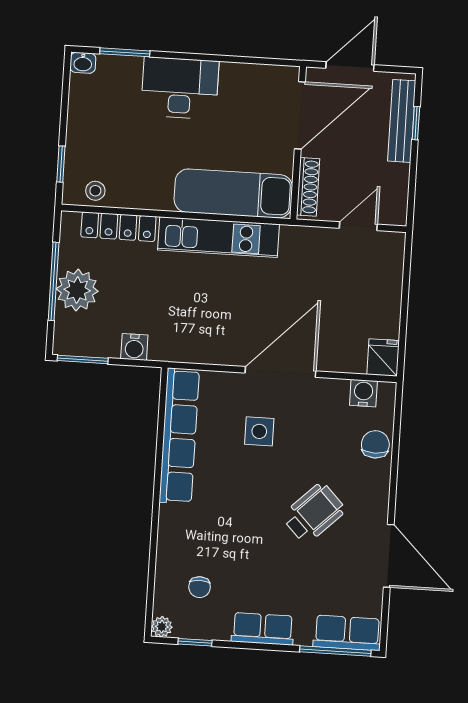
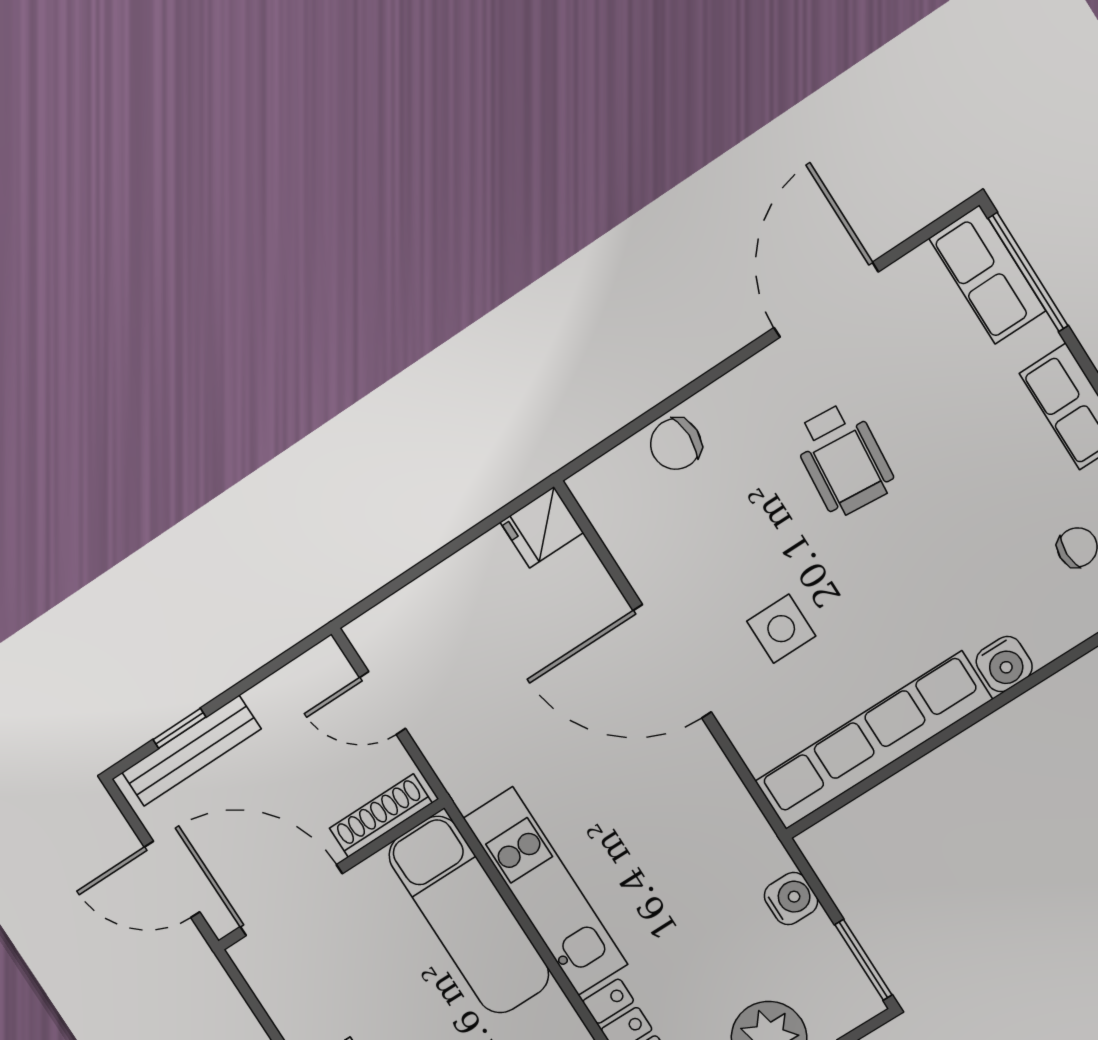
water cooler: (363, 393) -> (1004, 664), moved, turned -90
wheelchair: (314, 513) -> (843, 459), turned -131

